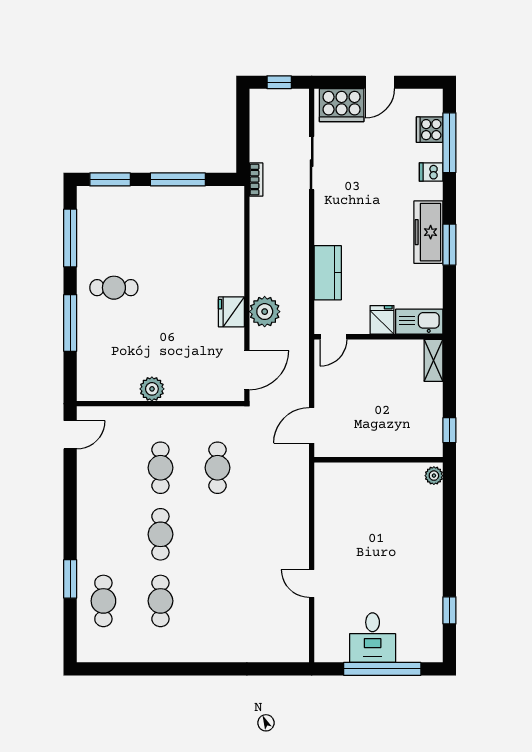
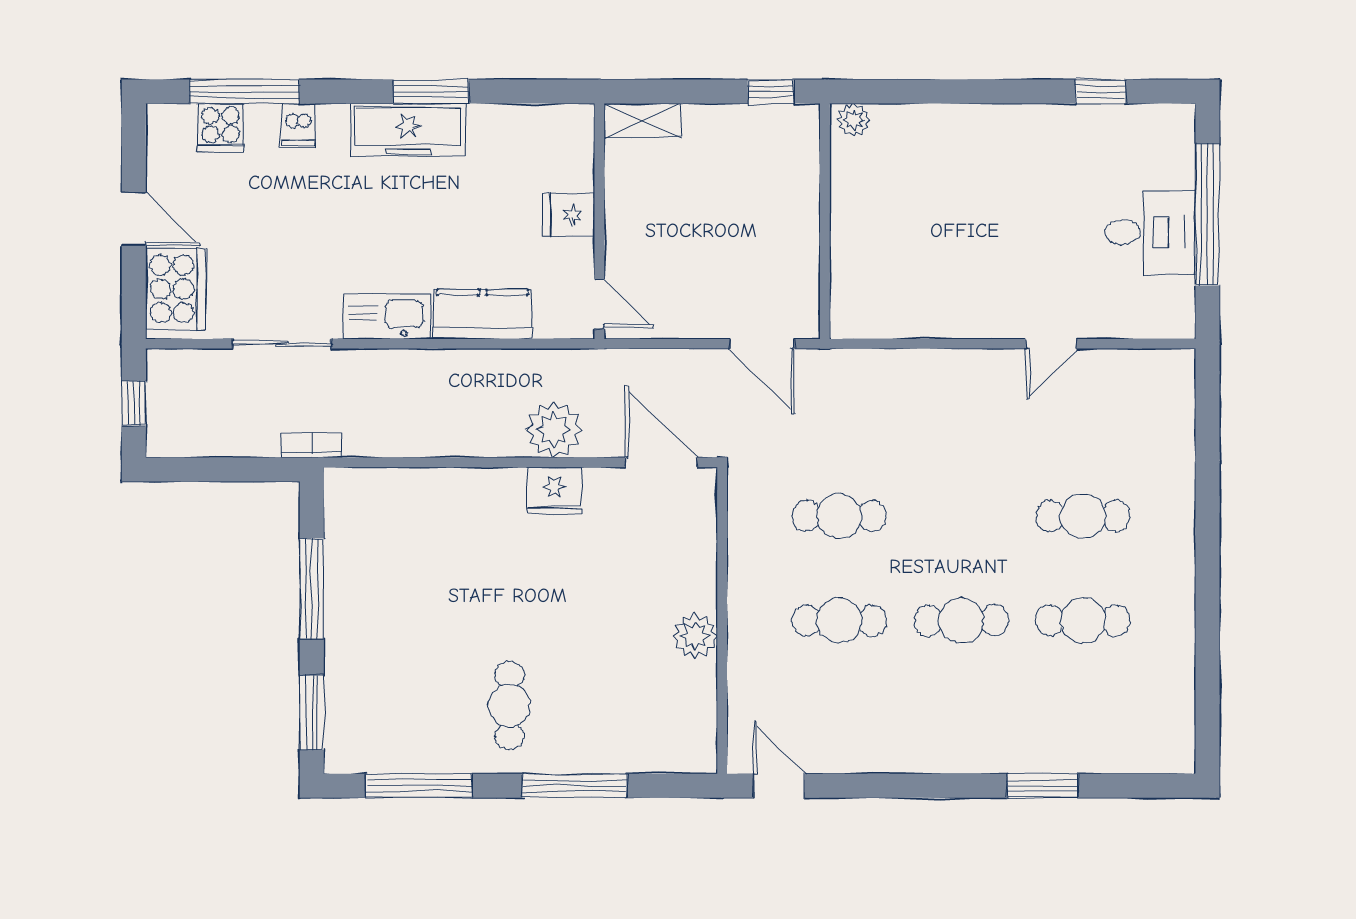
kitchen sink: (419, 322) -> (387, 316), moved, turned 90
cafe table: (103, 601) -> (1083, 516), moved

